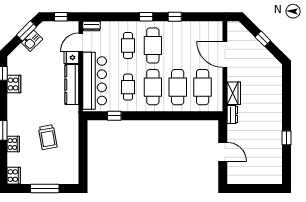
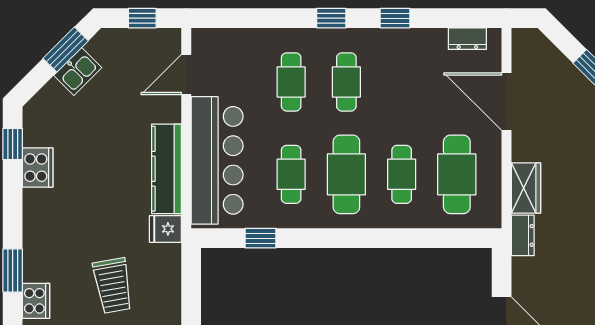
dresser: (92, 26) -> (467, 39), moved
cafe table: (153, 45) -> (346, 82), width x0.73, depth x0.74
fridge: (71, 58) -> (165, 229), moved
cafe table: (178, 87) -> (402, 174), width x0.73, depth x0.74

